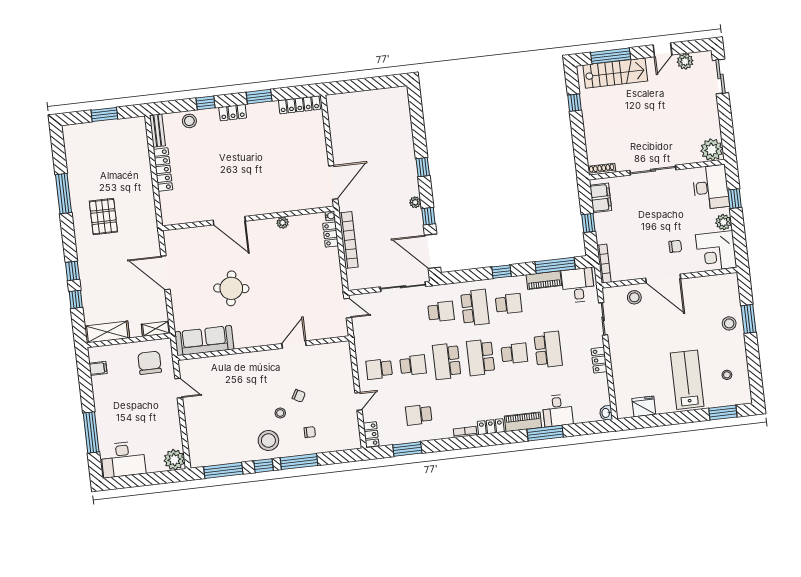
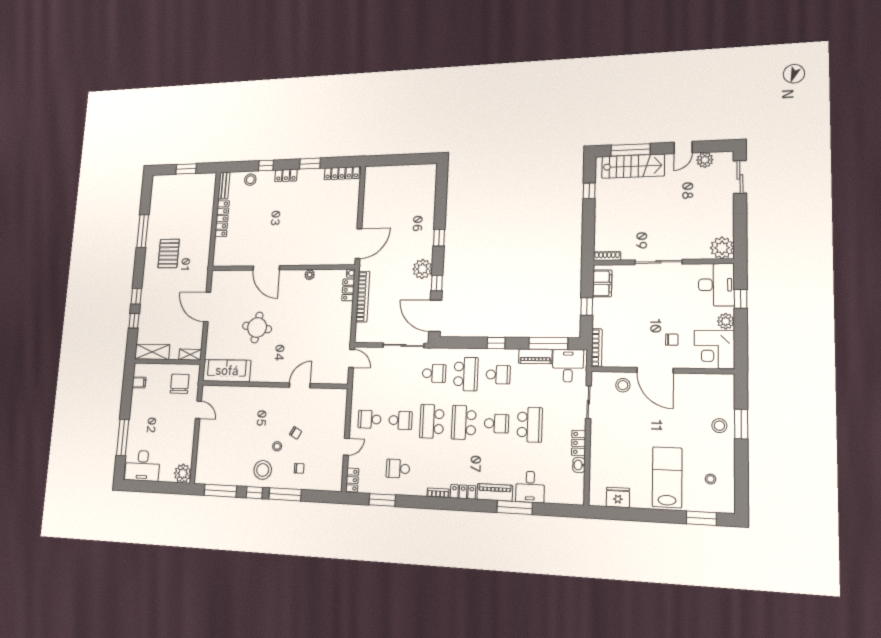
plant: (415, 202) -> (422, 269), width x1.87, depth x1.87
washbasin: (606, 413) -> (579, 465), moved

